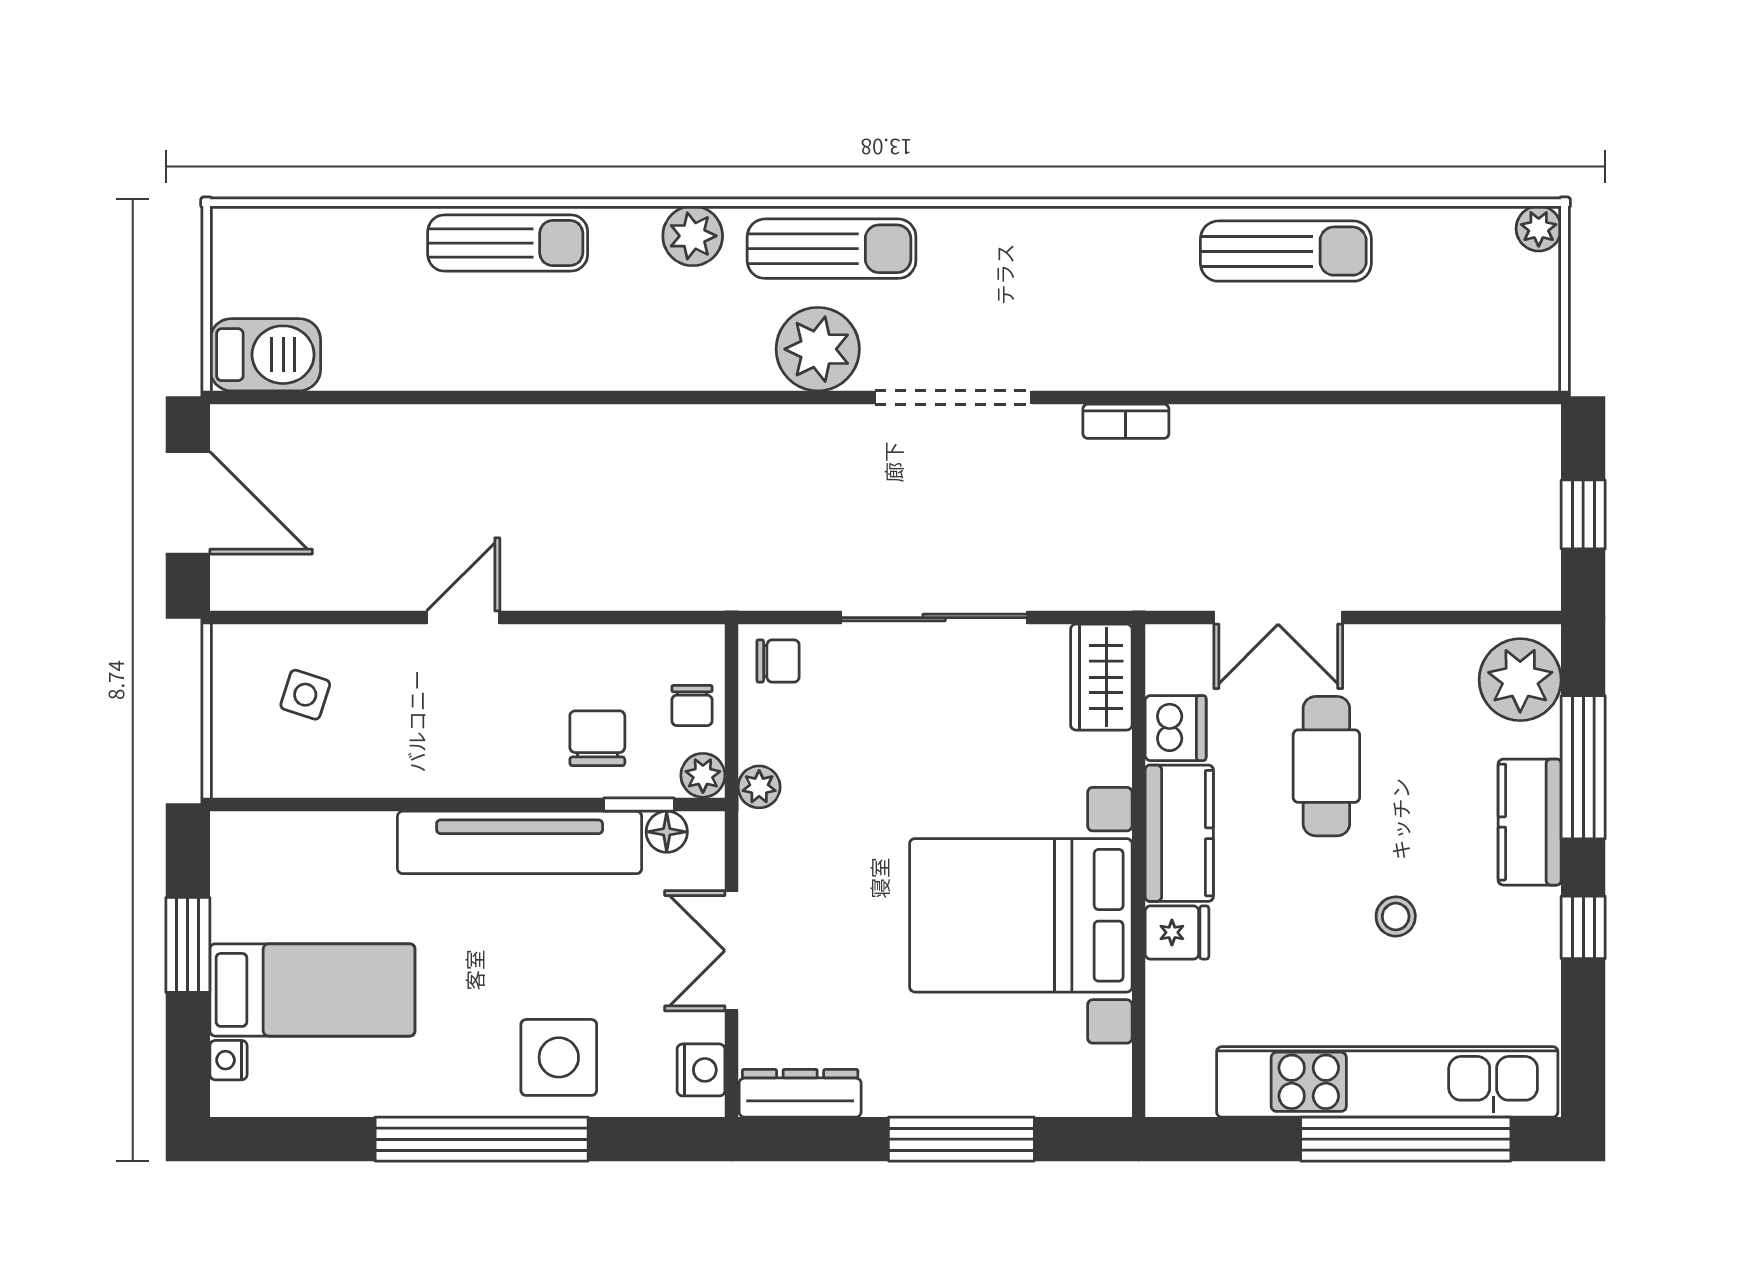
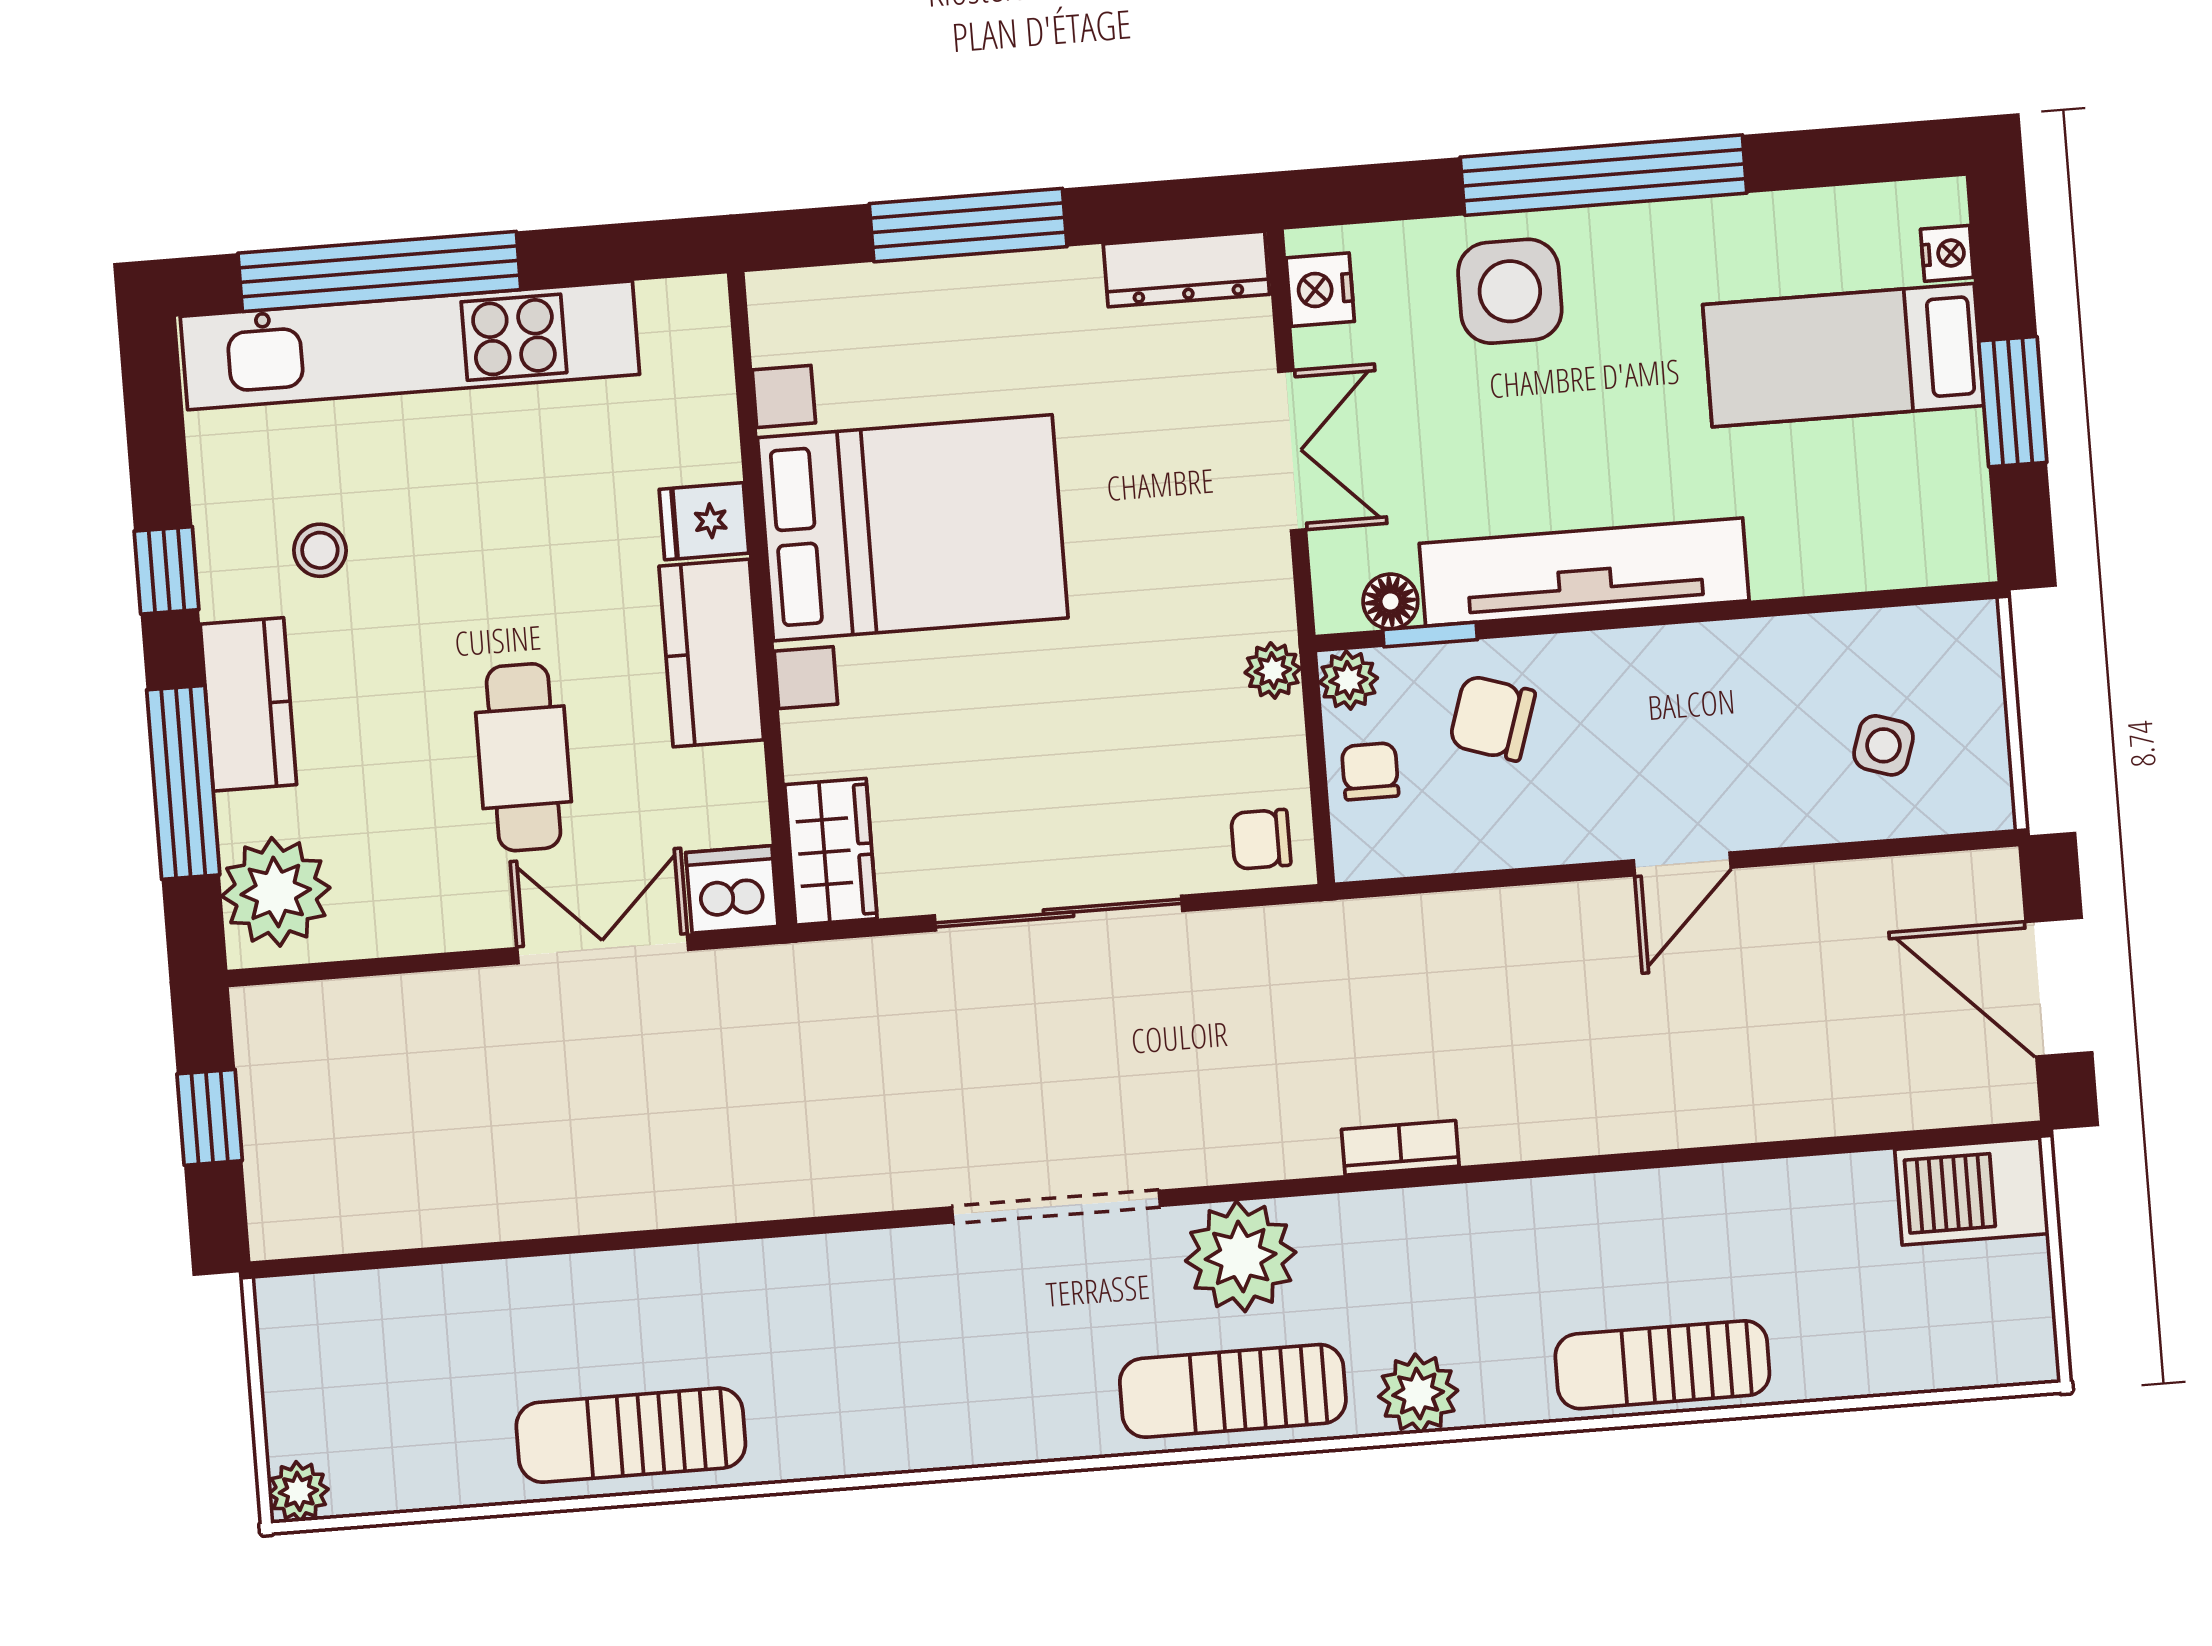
bookcase: (1126, 421) -> (1400, 1148), moved
dishwasher: (1176, 728) -> (732, 889), moved, turned 90
chair: (597, 738) -> (1492, 718), turned 108
stool: (1396, 916) -> (320, 550), moved

